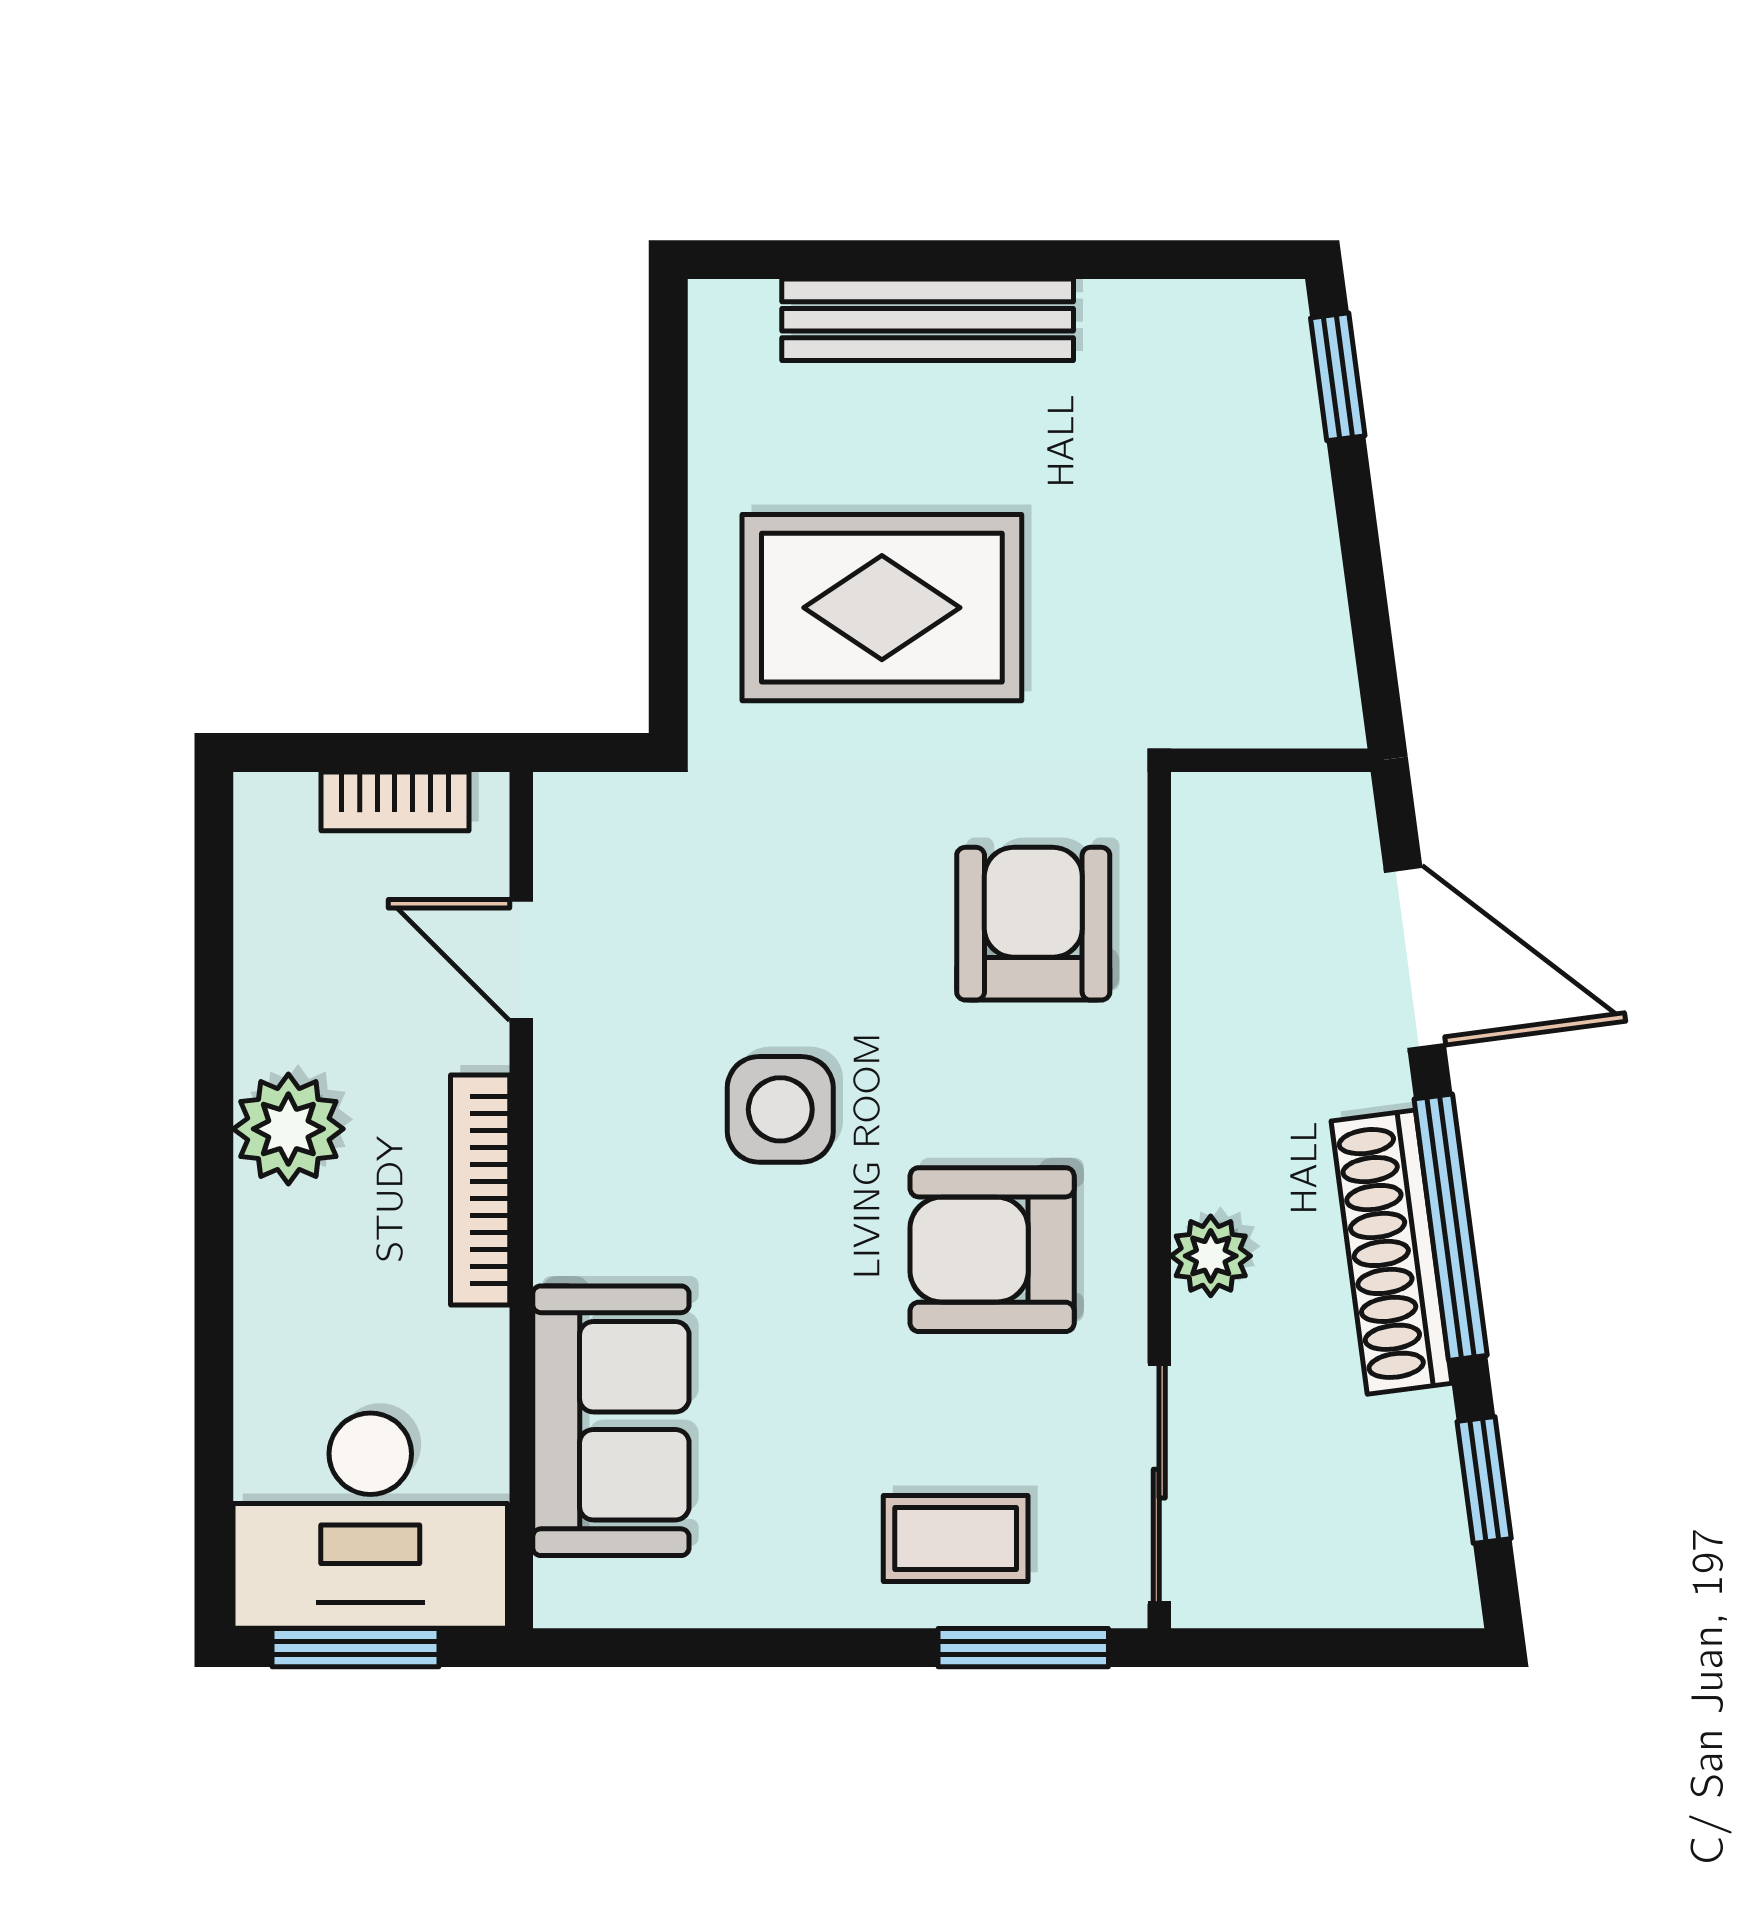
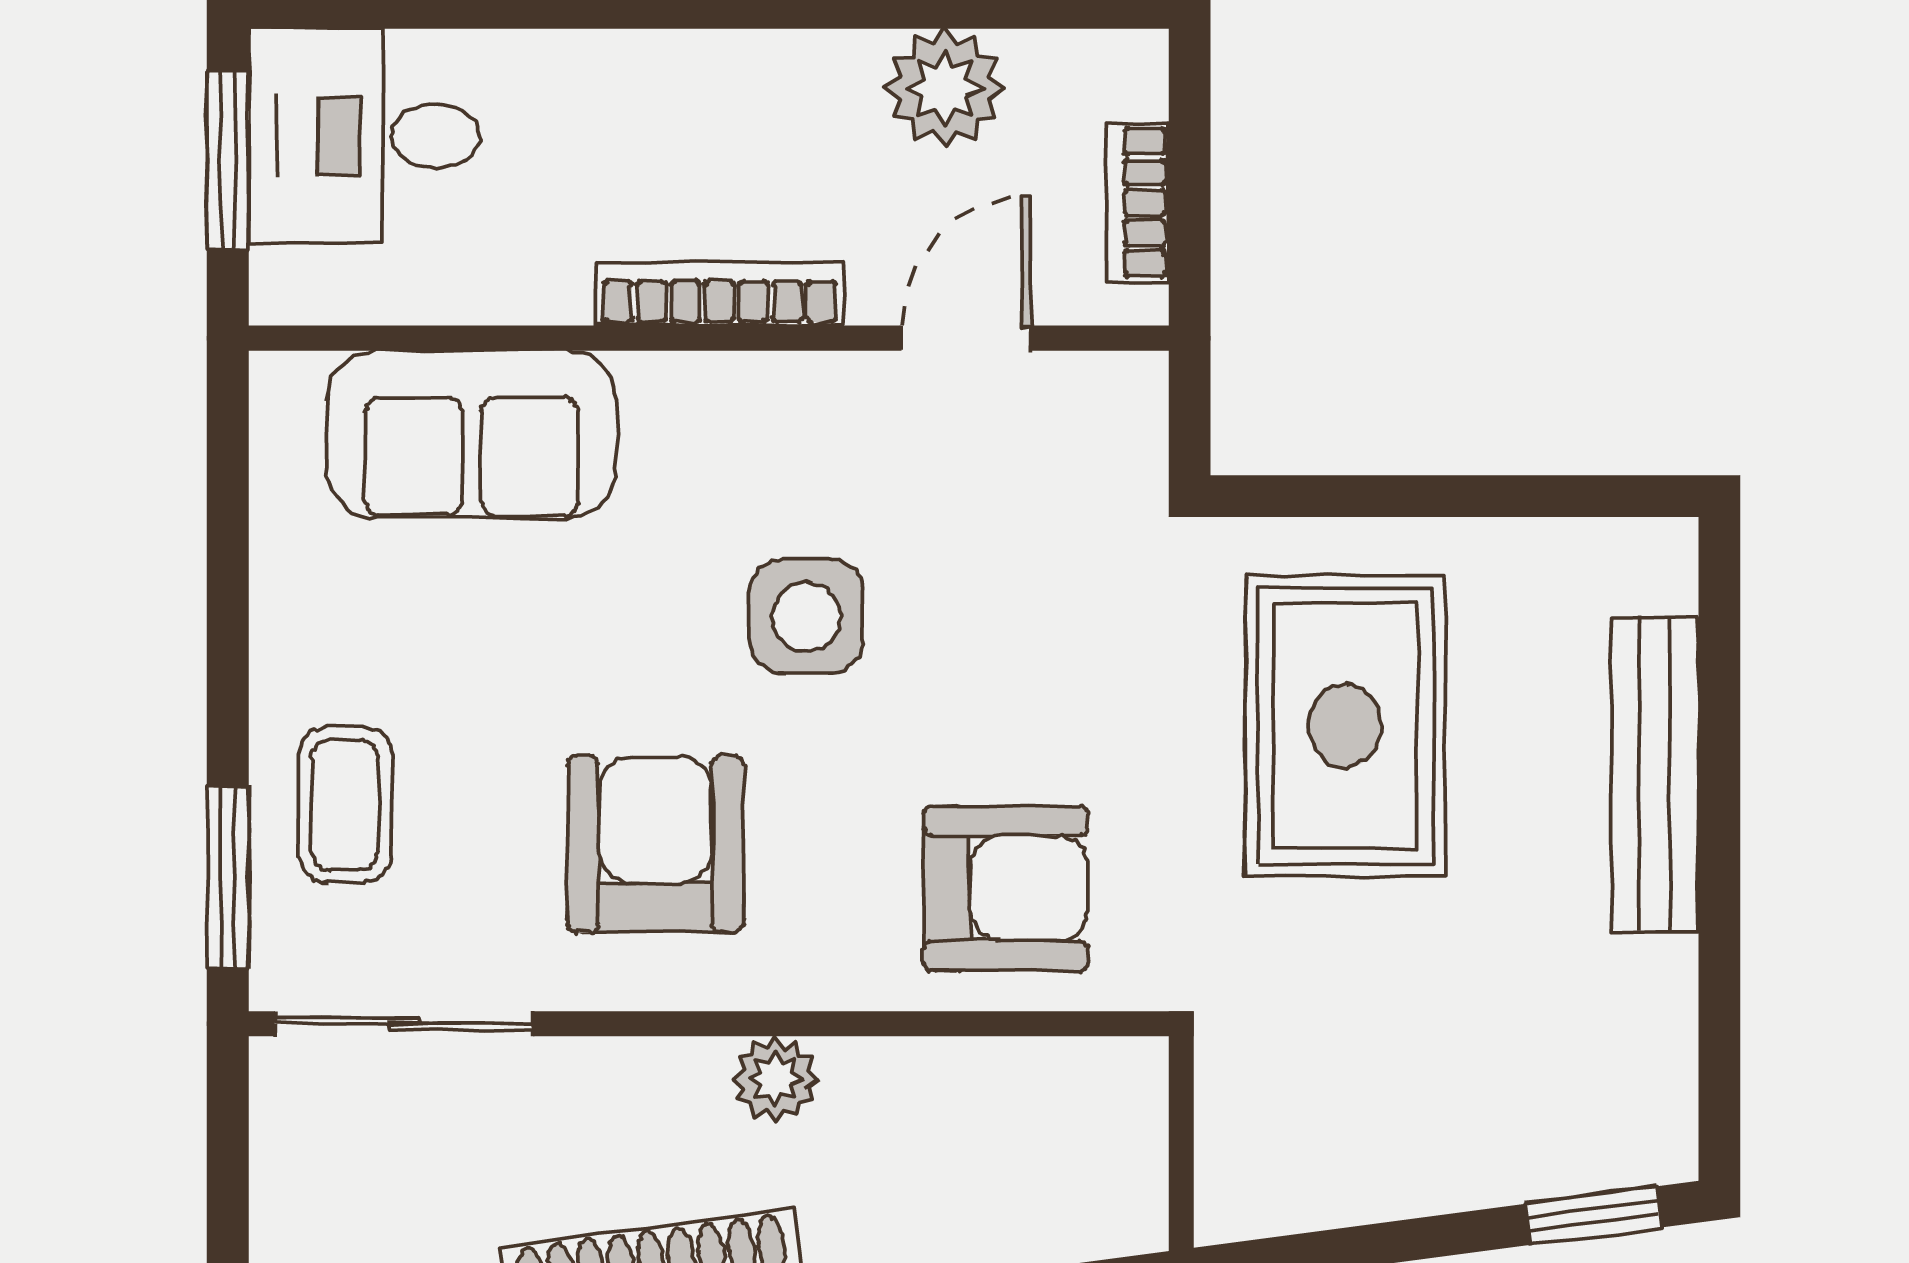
plant: (288, 1129) -> (945, 88), moved
plant: (1211, 1256) -> (775, 1079), moved
desk: (370, 1521) -> (364, 136), width x0.73

